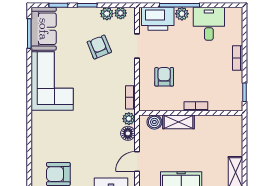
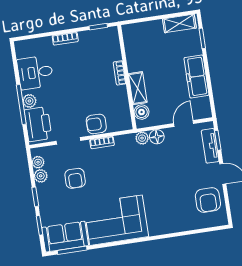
armchair: (99, 47) -> (75, 178), turned -68
armchair: (164, 77) -> (96, 124), moved
bookcase: (130, 97) -> (102, 143), moved
door: (137, 161) -> (184, 124), swing flipped

